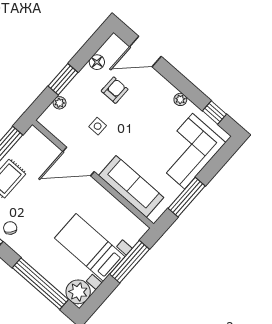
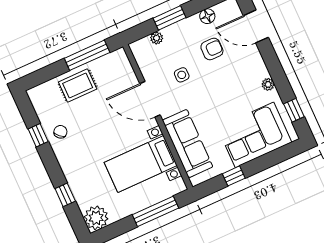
window: (187, 197) -> (234, 176), width x0.46
bed with nightstands: (90, 247) -> (141, 164), moved, turned -90
window: (40, 284) -> (65, 195), width x0.32

